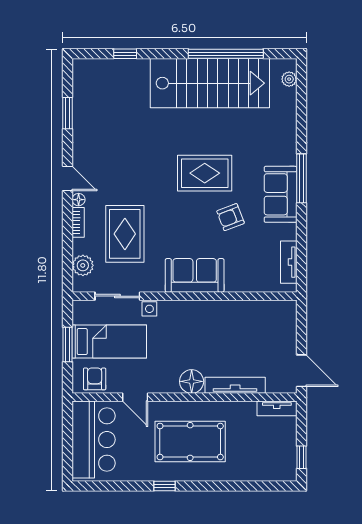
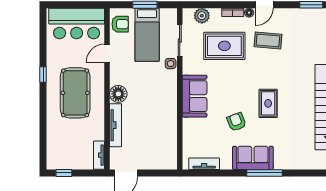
coffee table: (117, 173) -> (268, 40), added
rug: (205, 173) -> (268, 103), width x0.73, depth x0.70

